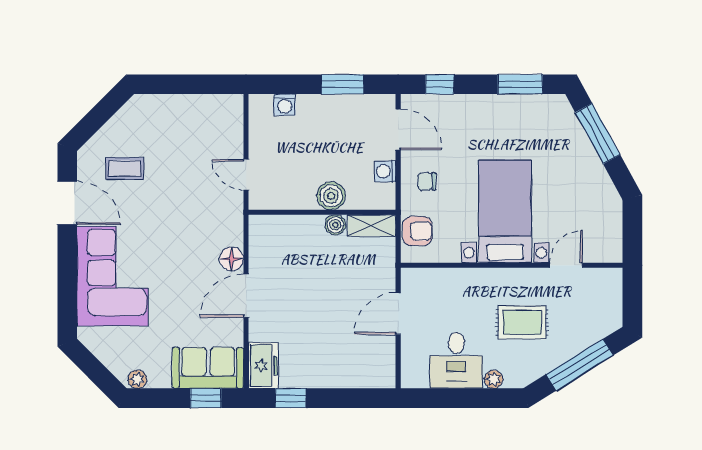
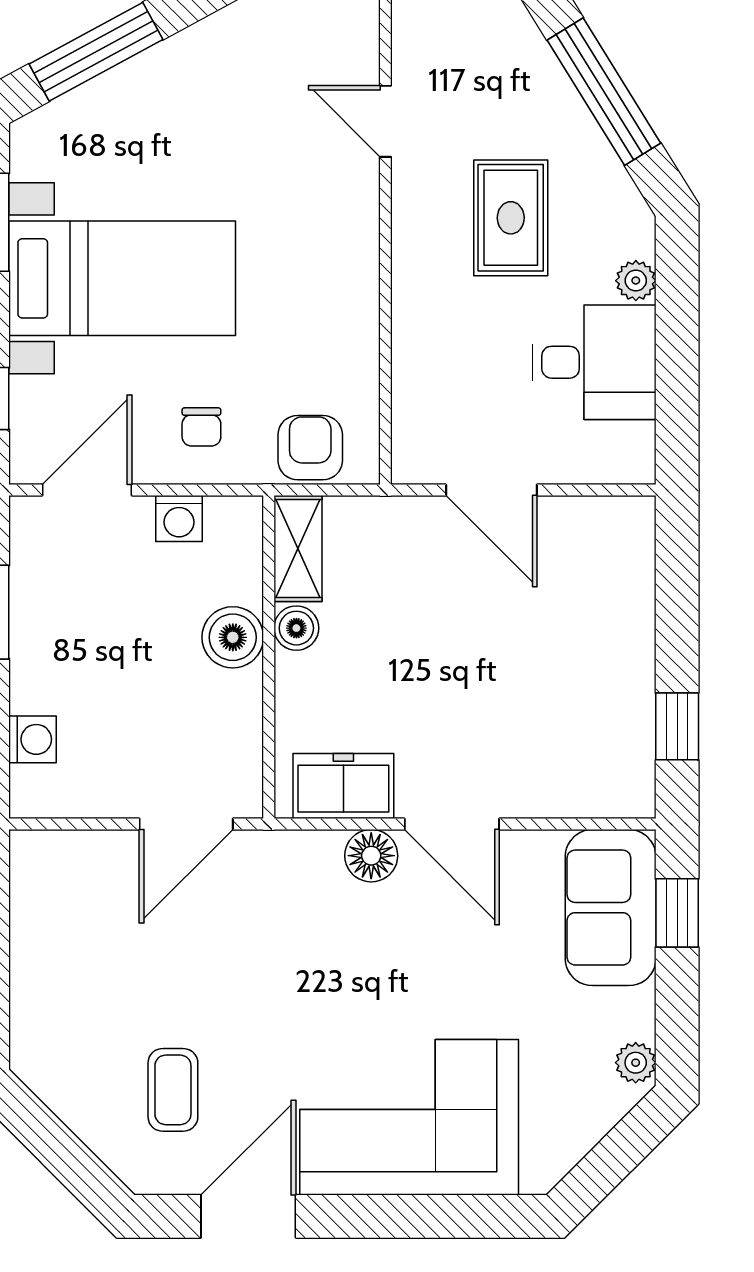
door: (246, 175) -> (186, 824), width x1.38
bed with nightstands: (505, 211) -> (122, 278), moved, turned 180
freezer: (263, 366) -> (343, 786), moved

